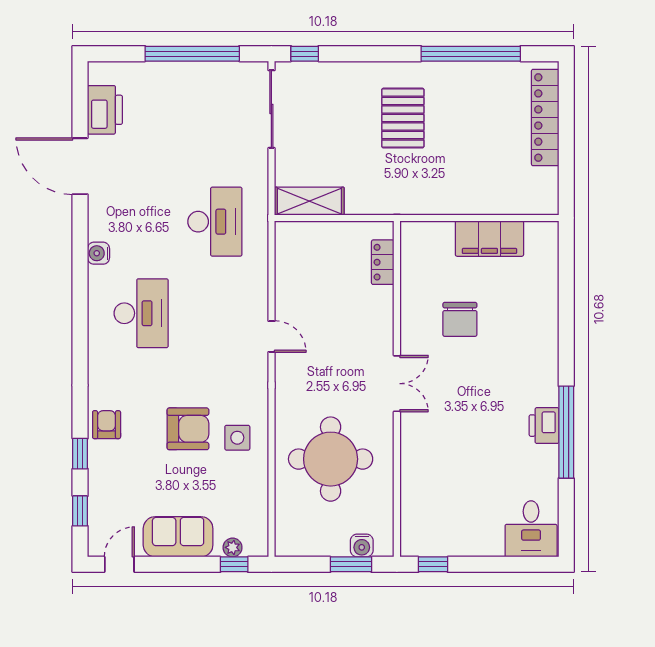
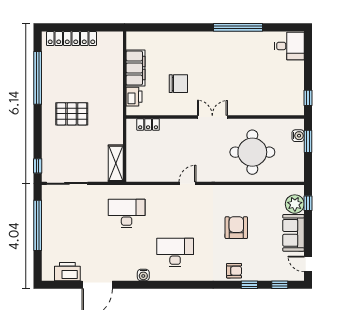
armchair: (107, 425) -> (234, 271), turned 180
printer: (544, 426) -> (134, 97), moved, turned -90
side table: (237, 438) -> (241, 202), removed
plant: (233, 547) -> (295, 204), width x1.87, depth x1.87

